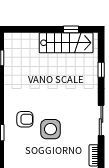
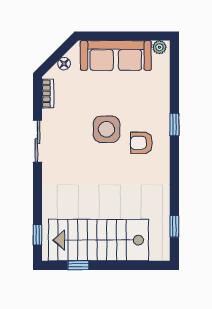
stairs: (66, 43) -> (98, 240), width x1.36, depth x1.51
window: (101, 70) -> (37, 235), moved

